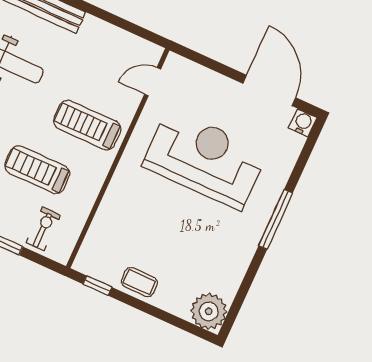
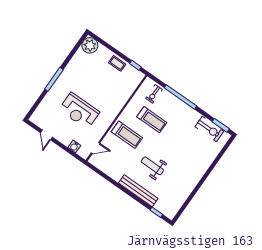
door: (269, 90) -> (46, 135), width x0.53
water cooler: (303, 123) -> (74, 146), moved
reception desk: (205, 159) -> (79, 111), width x0.74, depth x0.77

